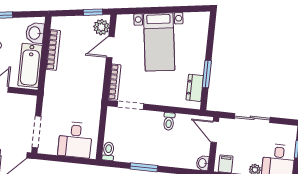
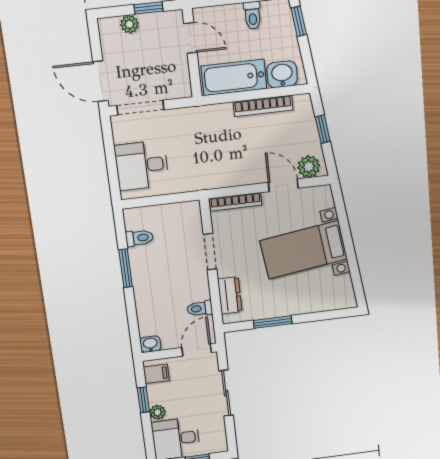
window: (93, 12) -> (323, 129), moved
dresser: (195, 88) -> (230, 295), moved, turned 90
doorway: (131, 105) -> (210, 252), moved
toilet: (169, 121) -> (200, 308), moved
toilet: (108, 151) -> (139, 238), moved

